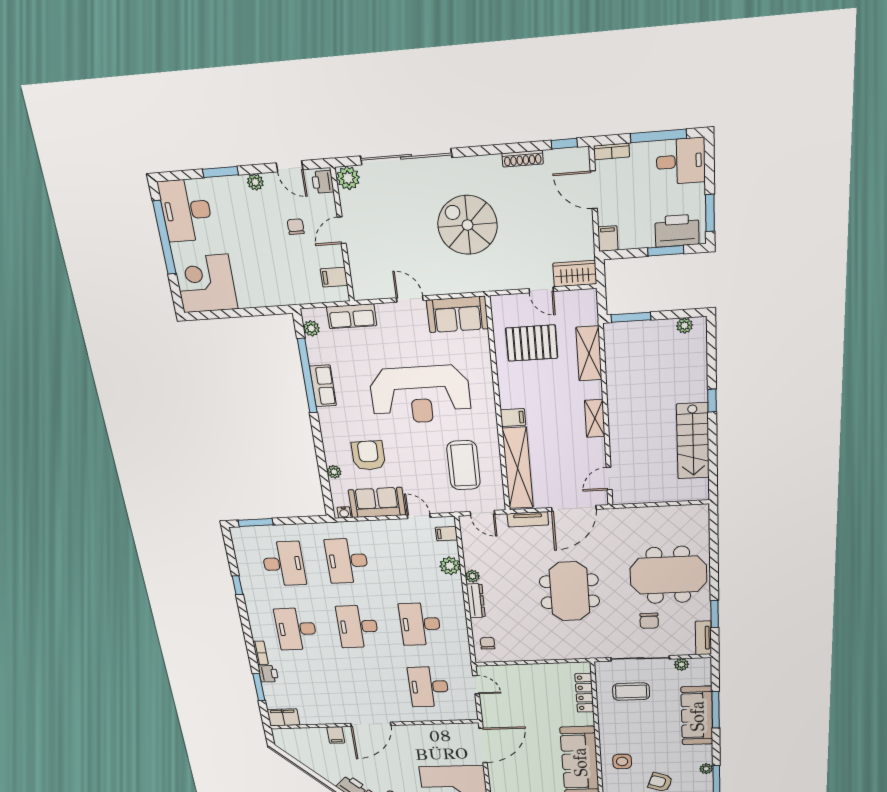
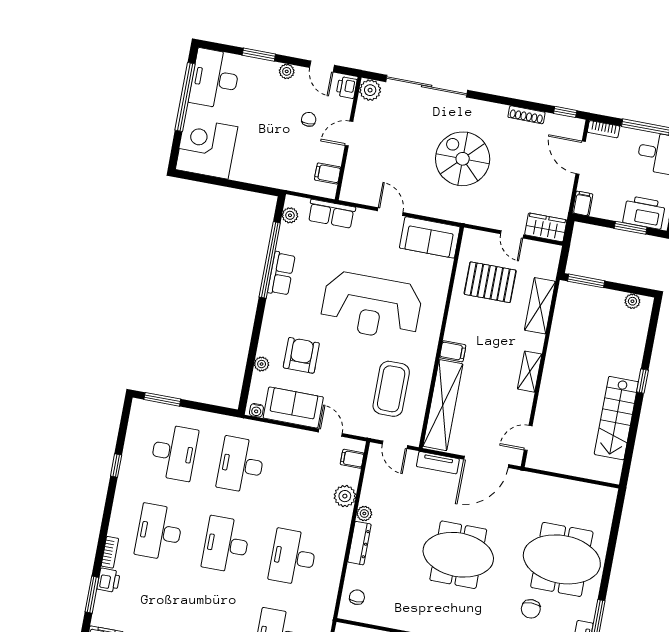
meeting table: (570, 591) -> (458, 555), turned 90

